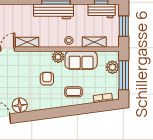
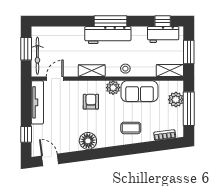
shelving: (27, 42) -> (92, 71), moved
shelving: (94, 42) -> (170, 71), moved
armchair: (47, 79) -> (91, 102), moved
floor lamp: (20, 105) -> (88, 141), moved

